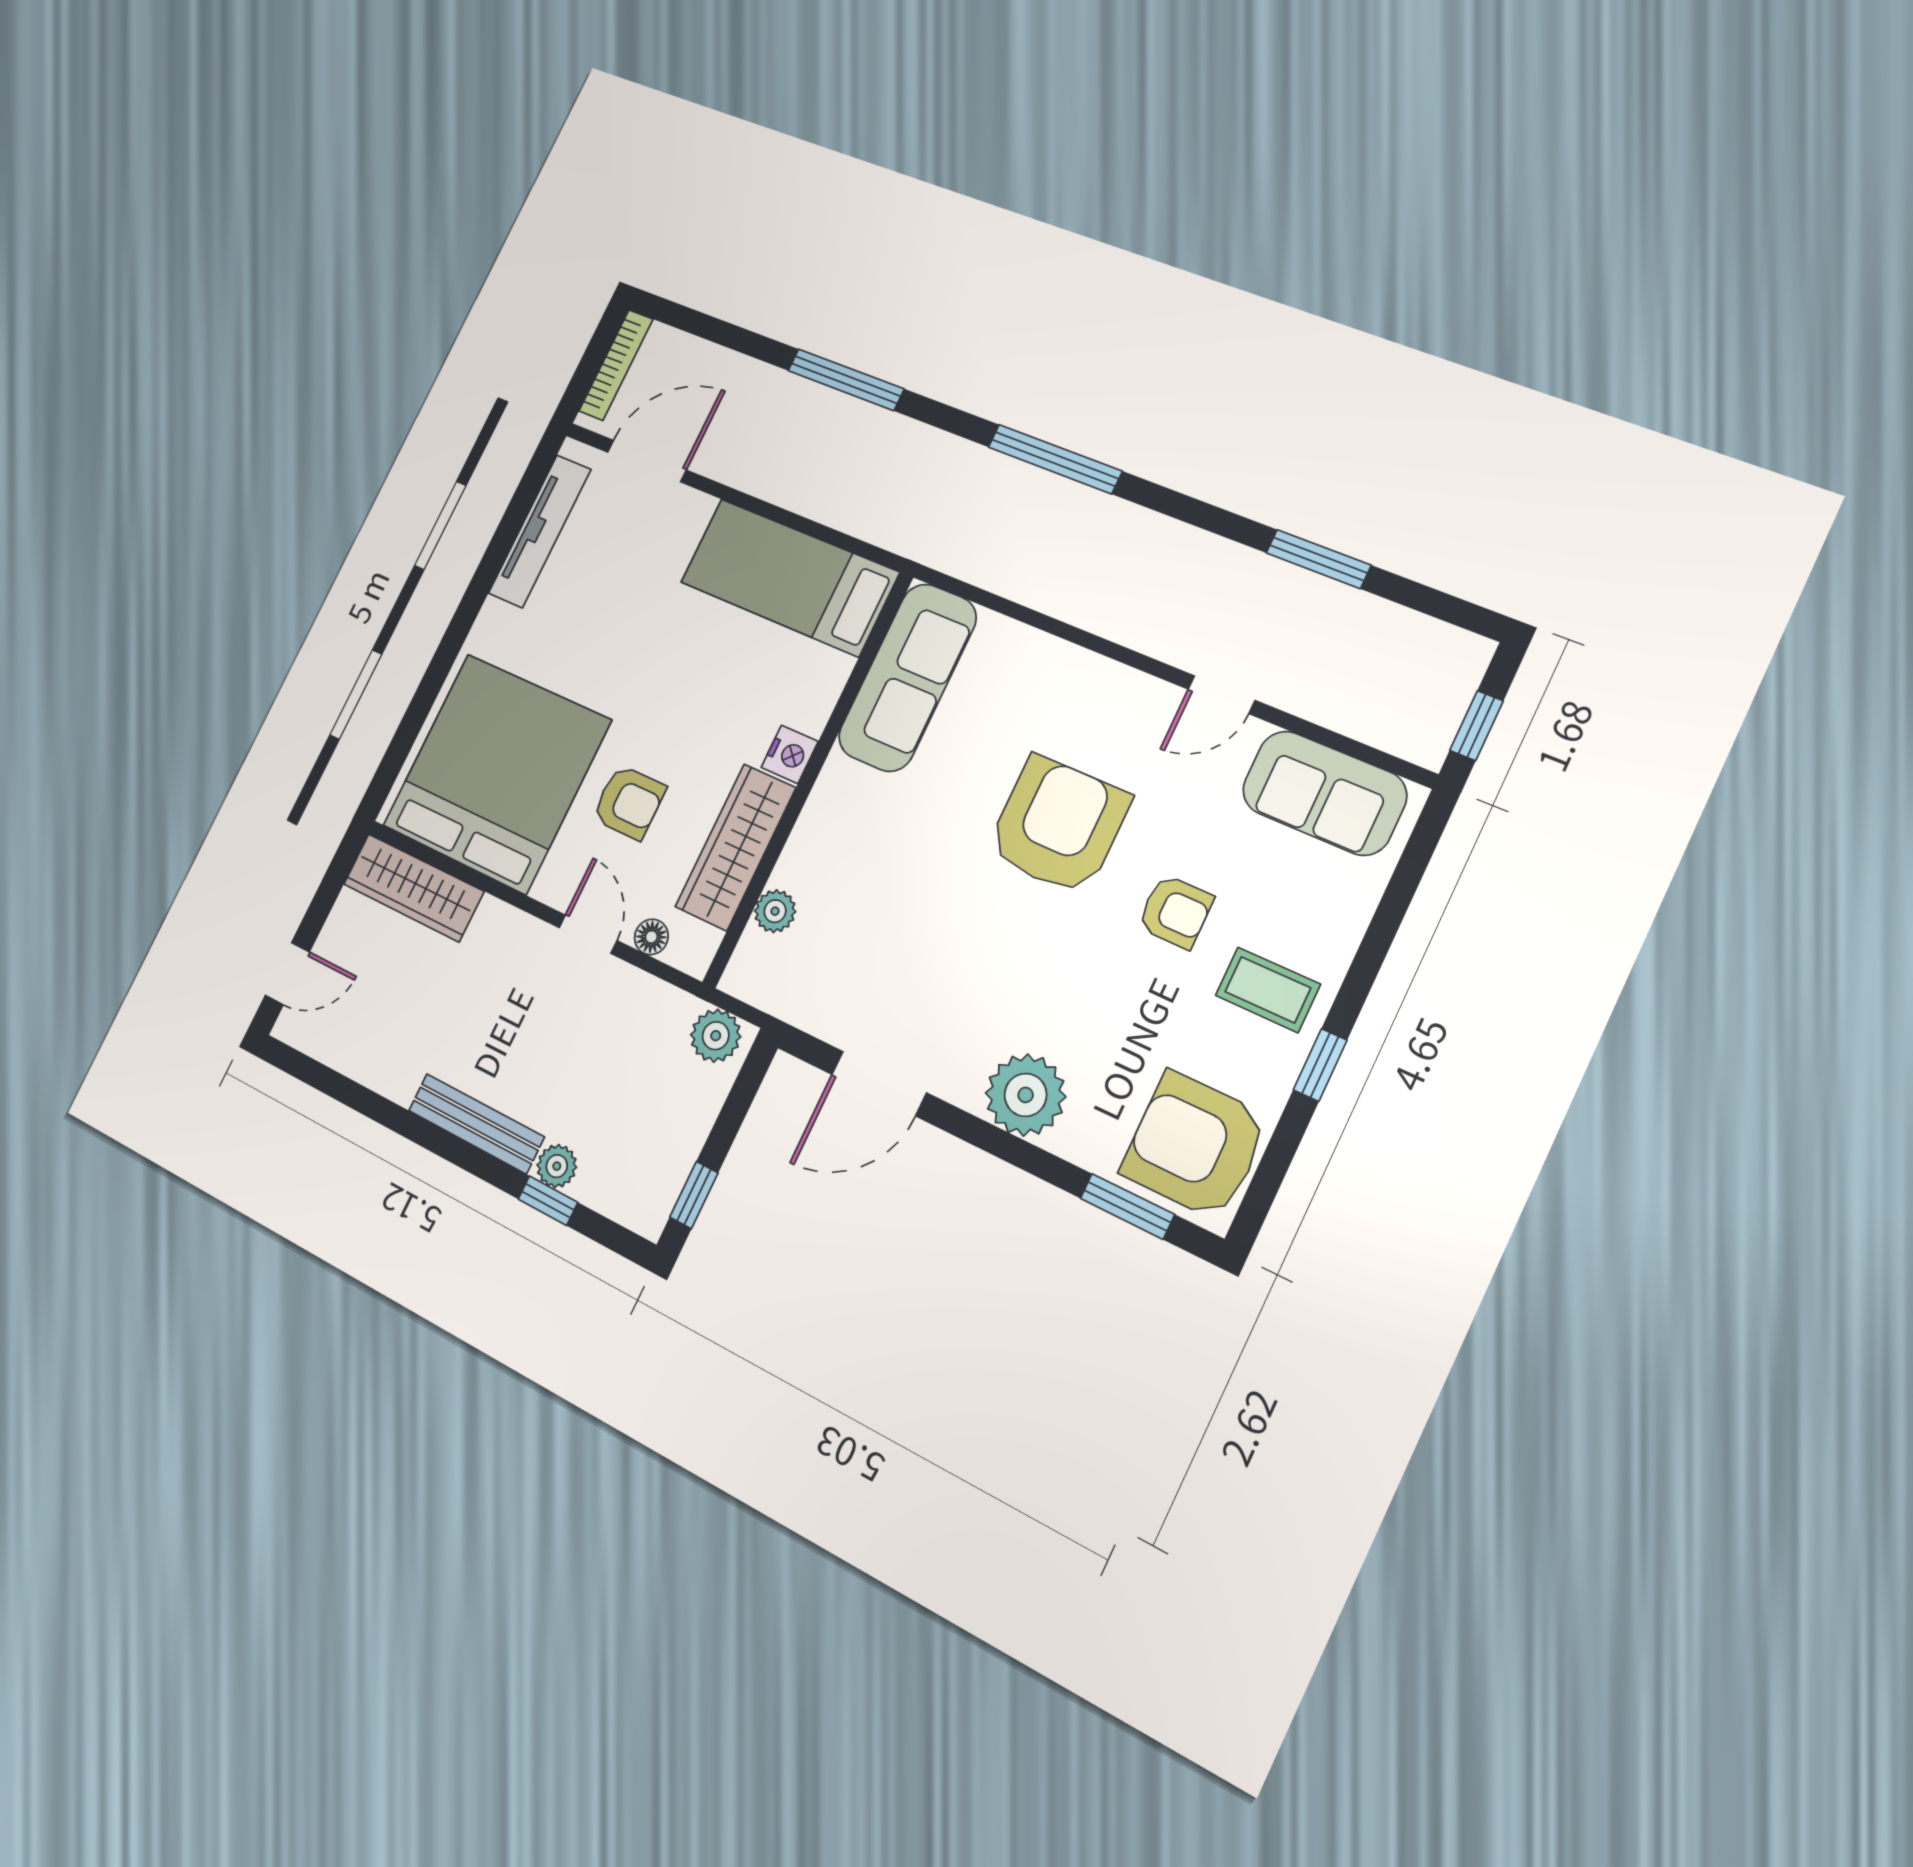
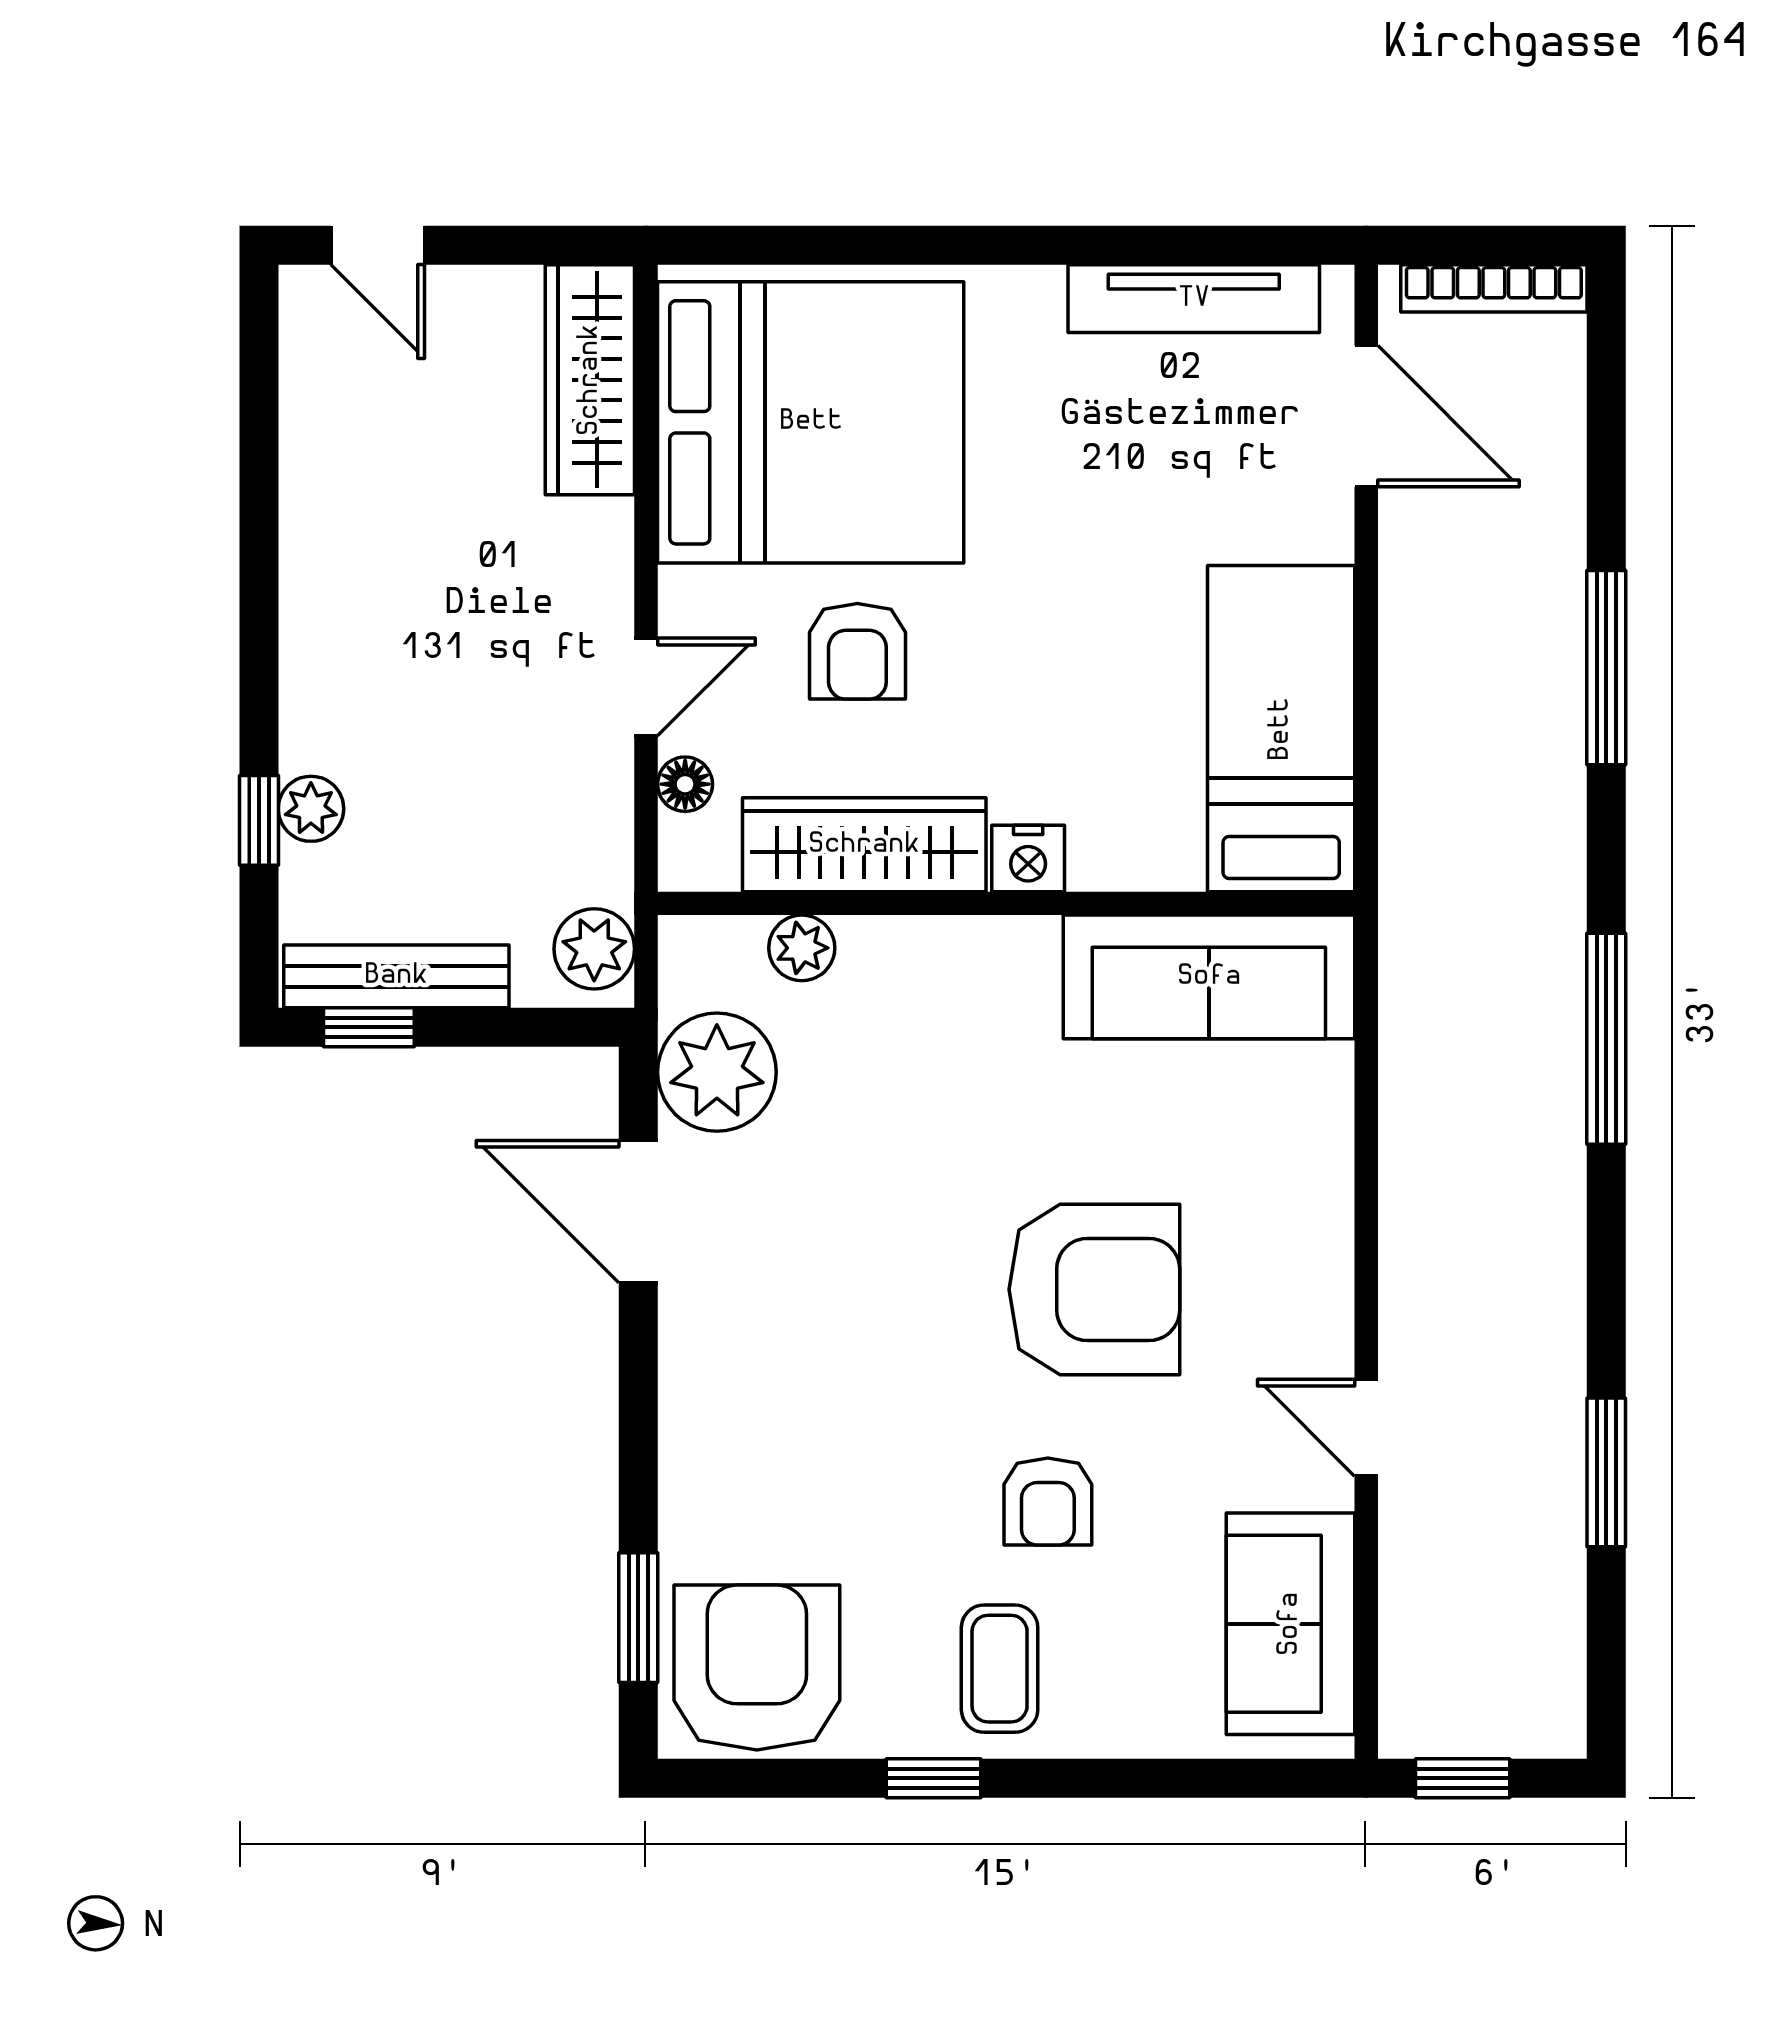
plant: (1026, 1095) -> (717, 1072), moved
bench: (476, 1124) -> (396, 976), moved, turned 90

